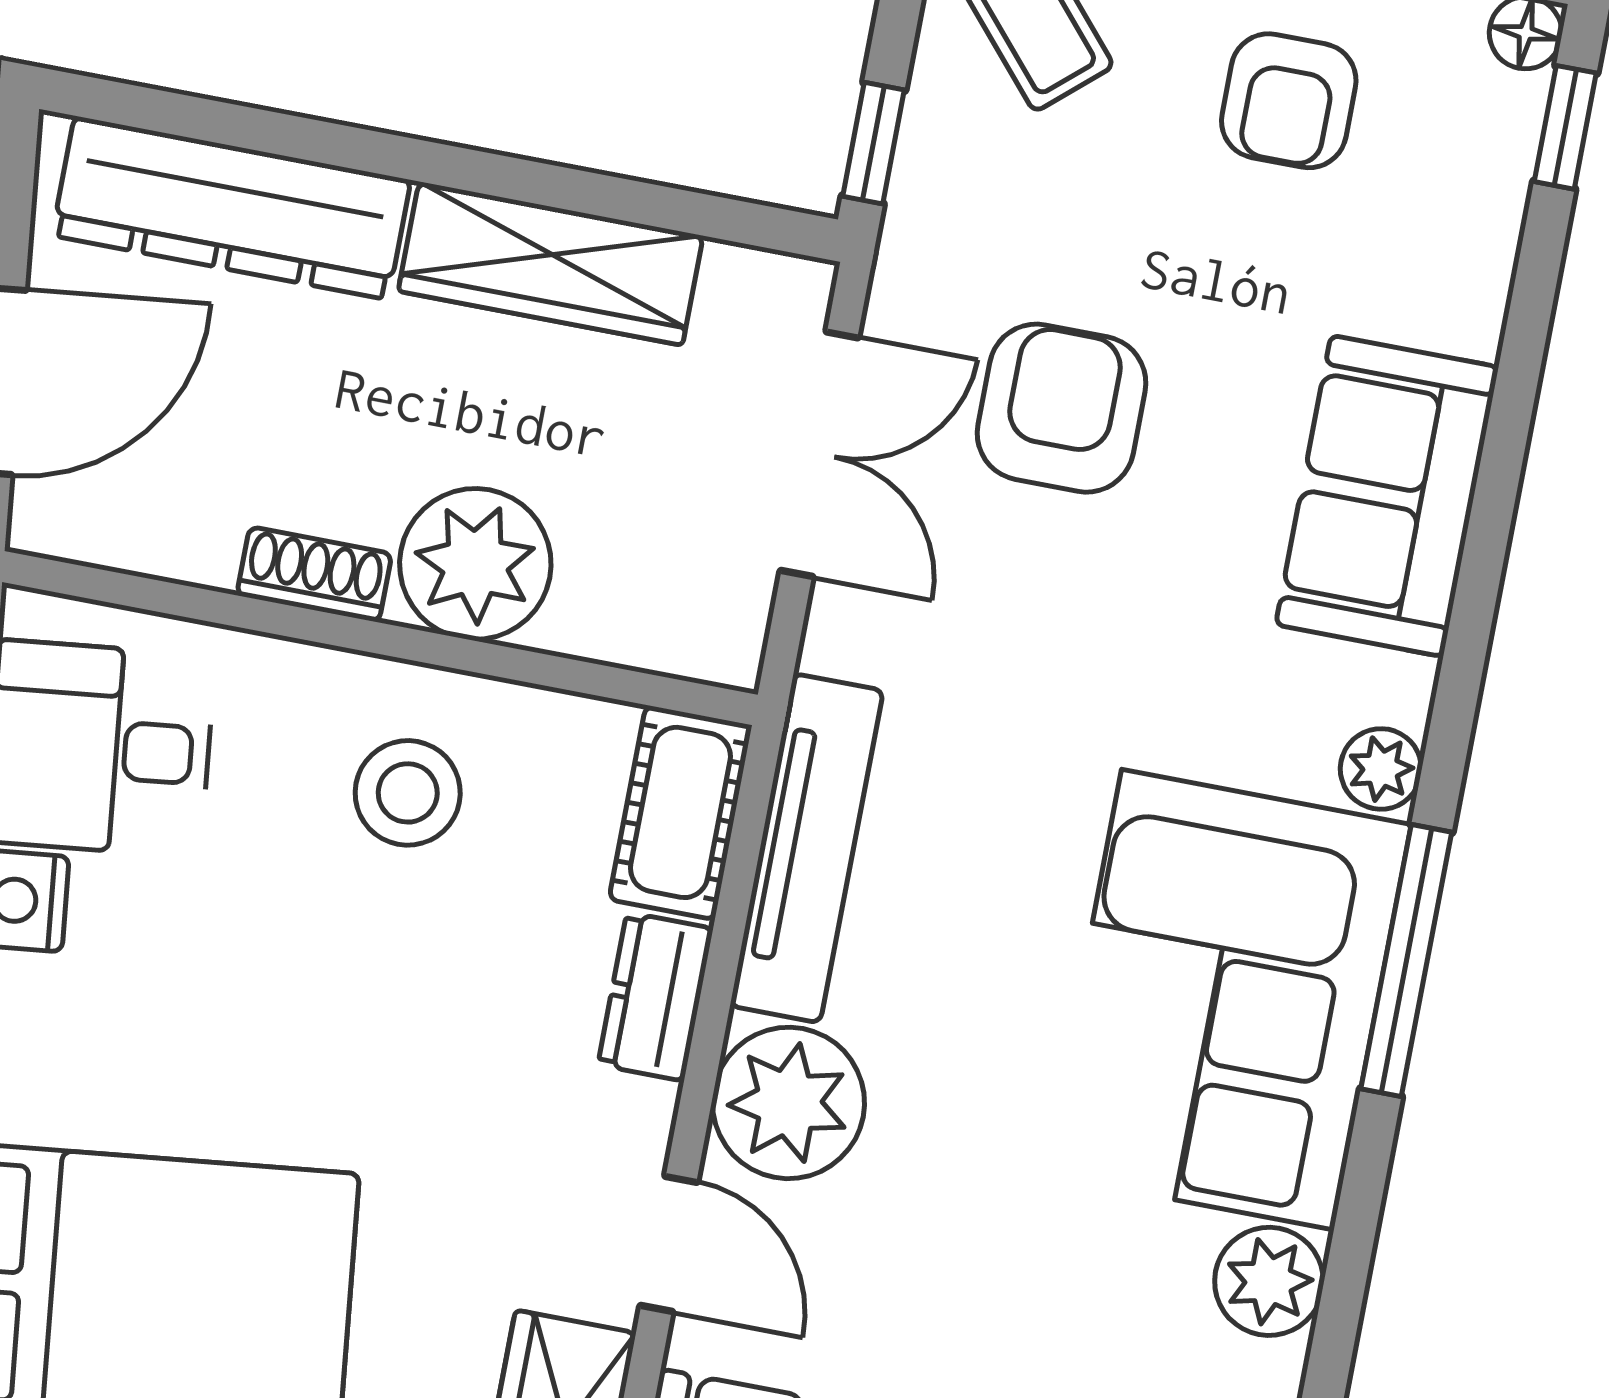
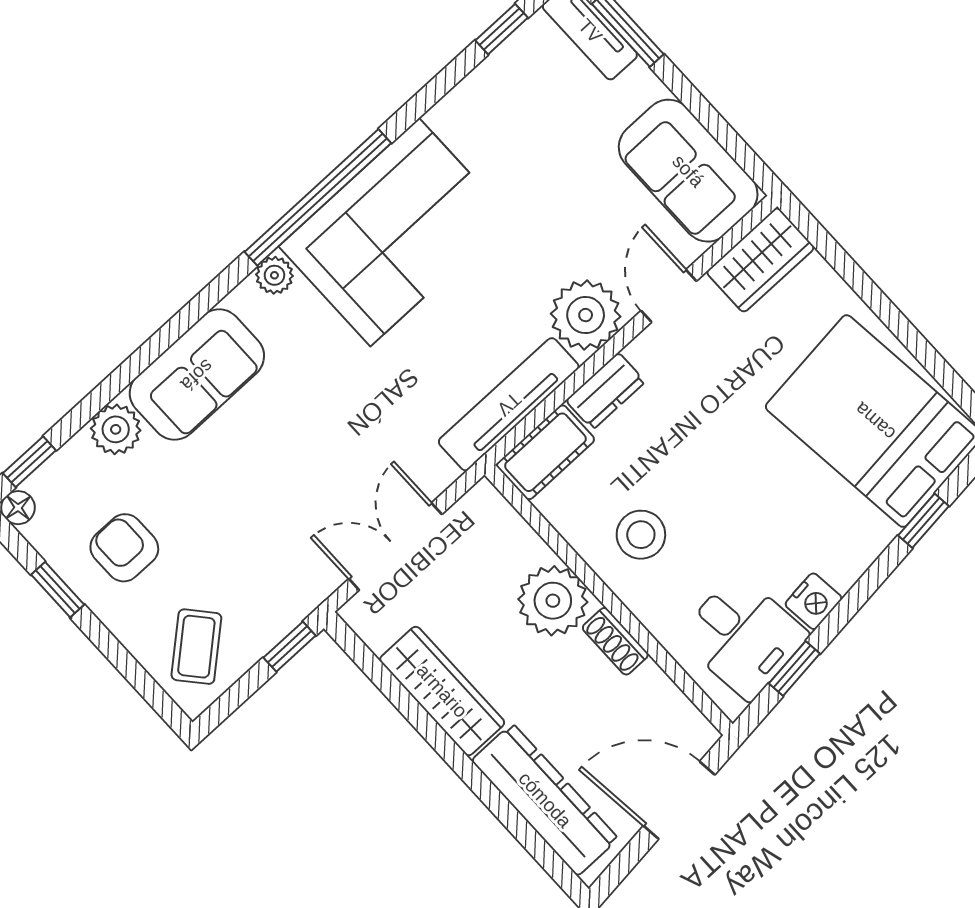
armchair: (1289, 101) -> (124, 548), turned -90
armchair: (1061, 408) -> (293, 497), removed
window: (1406, 961) -> (318, 197), width x1.46
plant: (1269, 1281) -> (116, 429), moved

